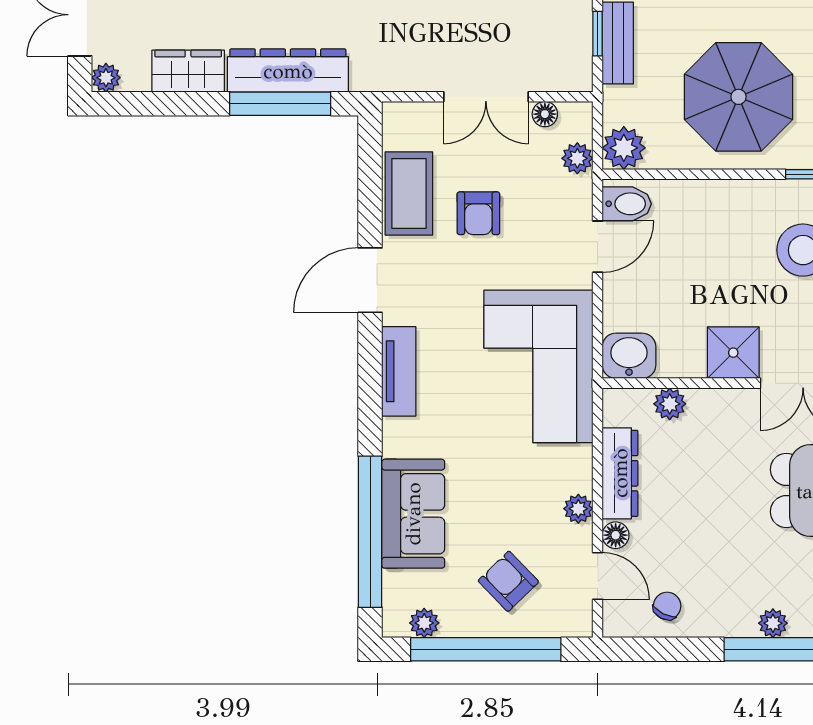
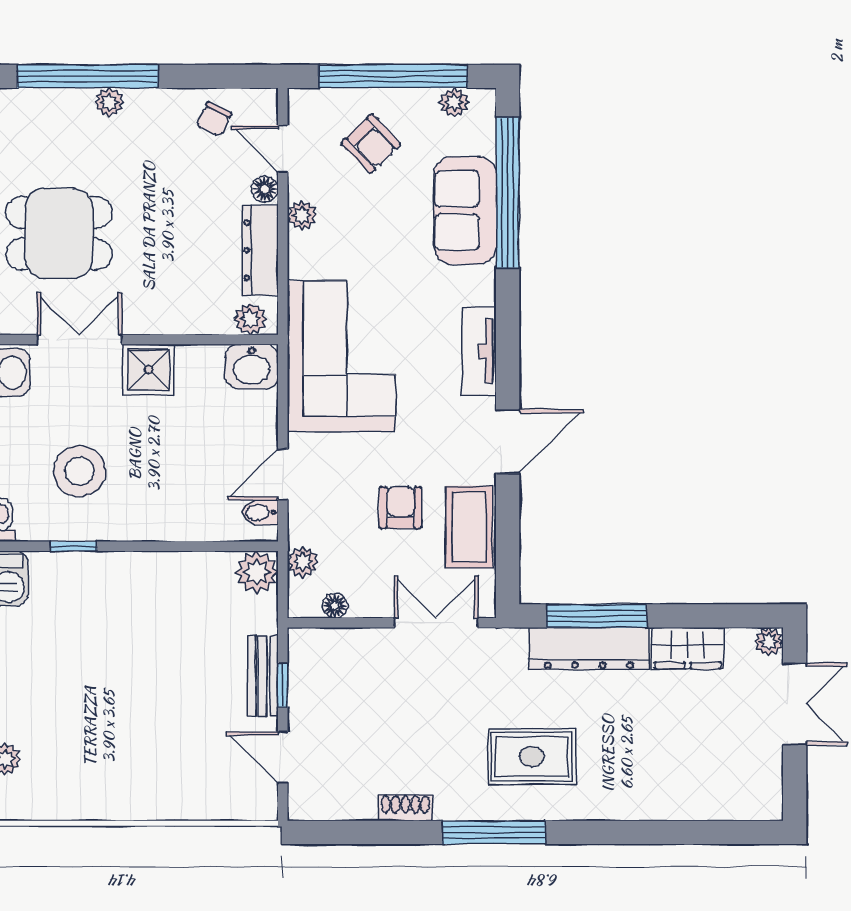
double door: (486, 97) -> (436, 623), moved
parasol: (739, 97) -> (143, 623), removed
bidet: (627, 204) -> (260, 512), width x0.72, depth x0.74
plant: (670, 404) -> (250, 319), moved

